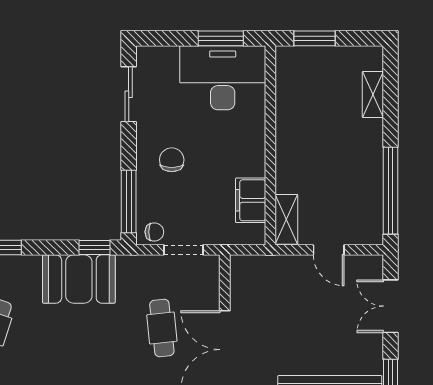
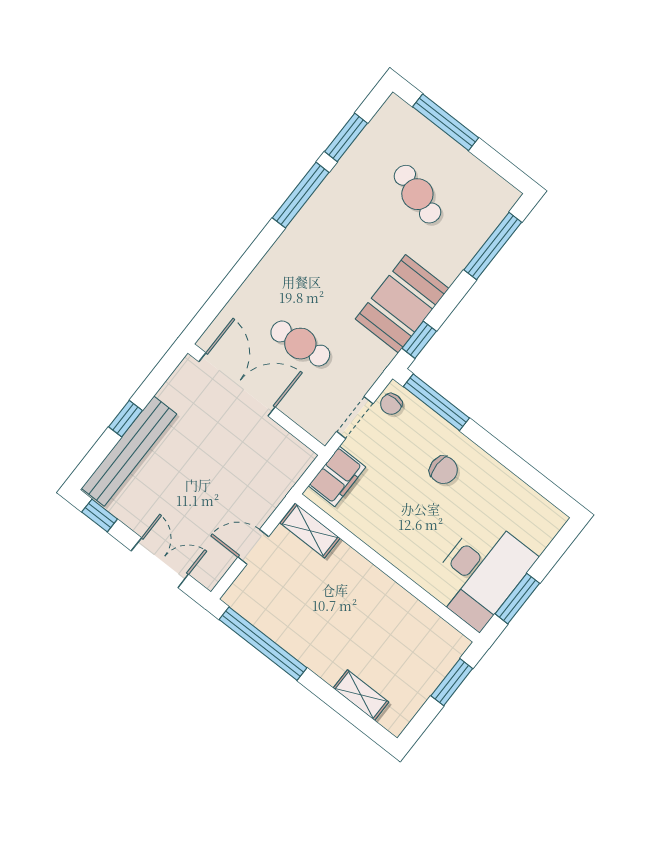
sliding door: (129, 94) -> (532, 477), removed
filing cabinet: (251, 200) -> (337, 476), moved, turned 90

